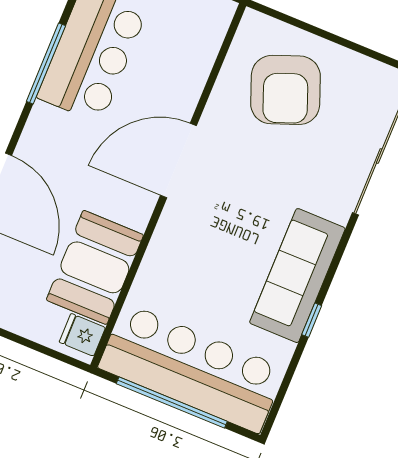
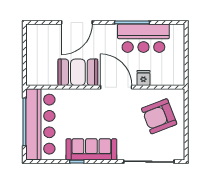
booth: (95, 267) -> (78, 72), moved
fridge: (82, 335) -> (143, 78), moved

